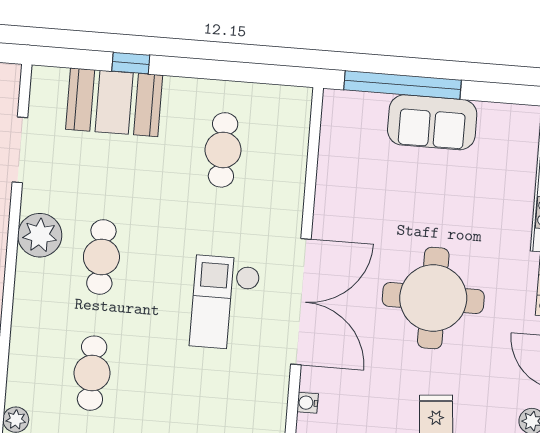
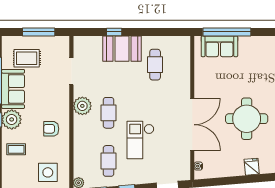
booth: (114, 102) -> (122, 49), moved
sofa: (432, 122) -> (219, 46), moved
checkout: (225, 303) -> (140, 140), moved

